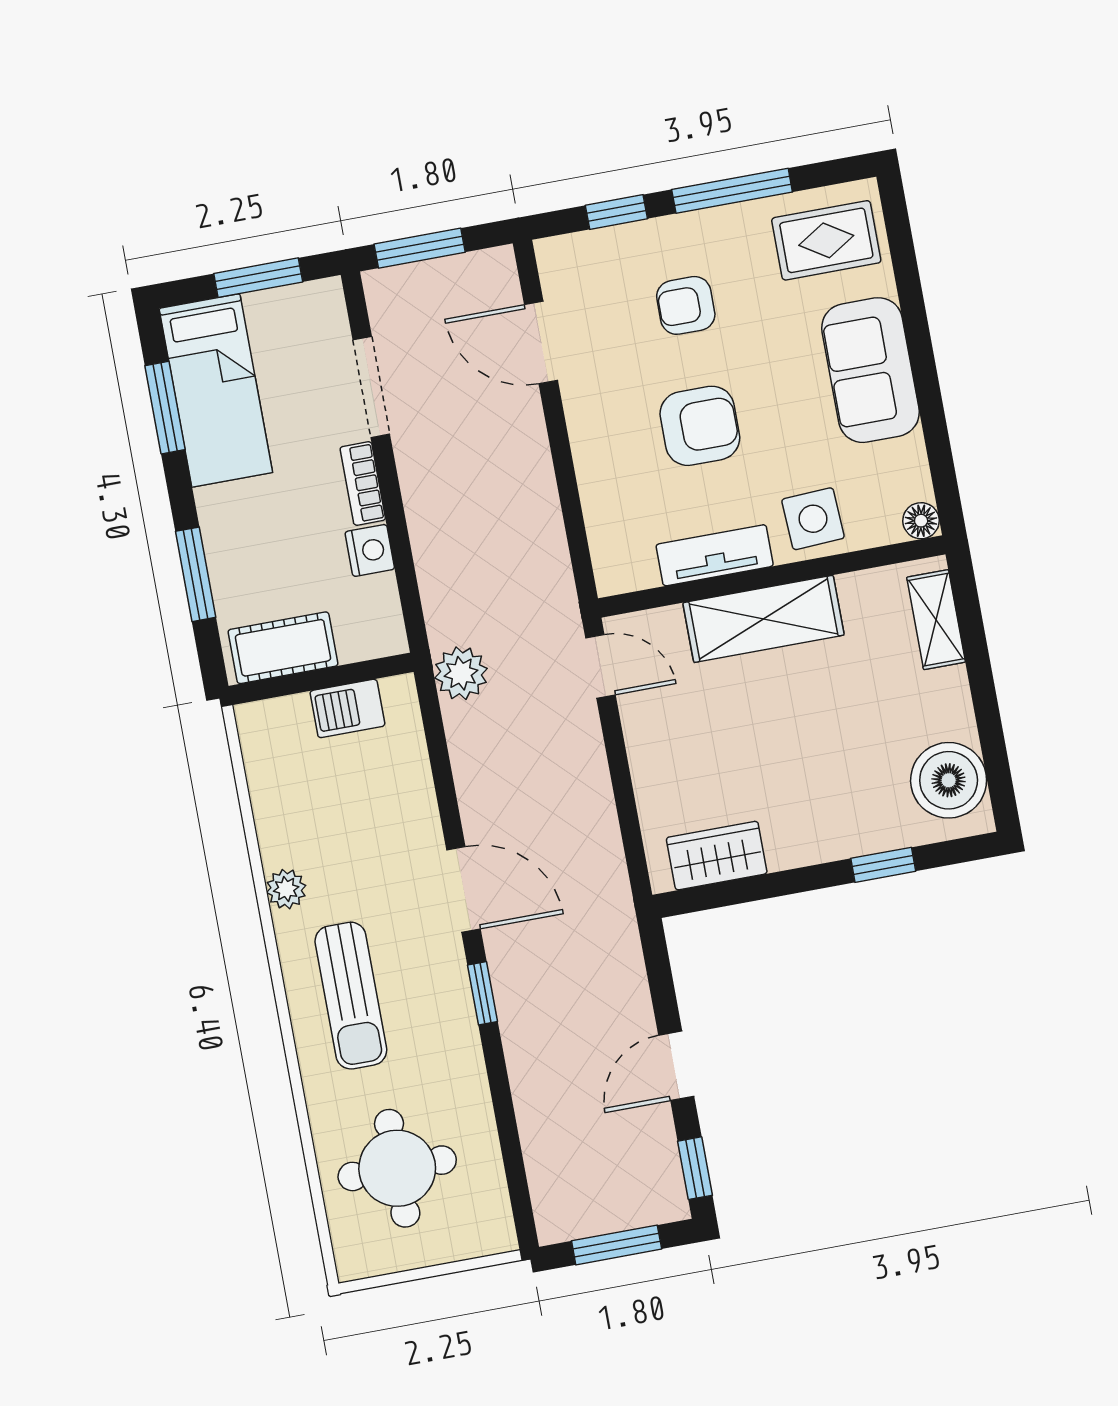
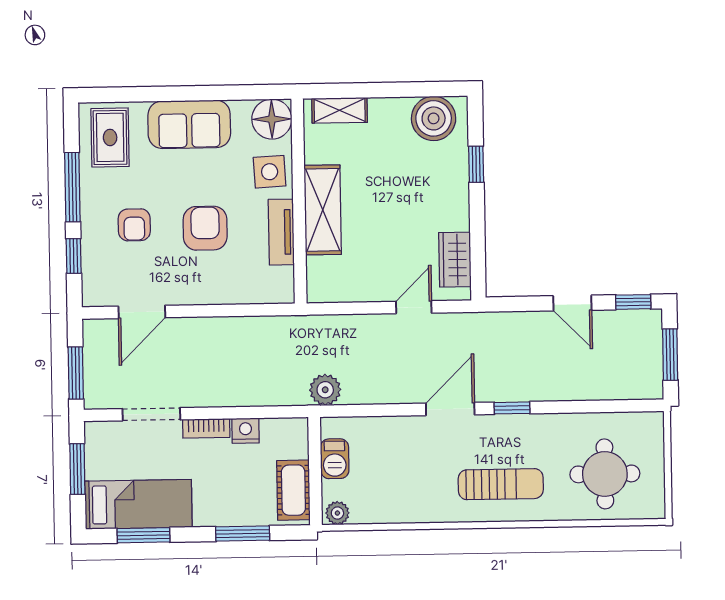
floor lamp: (921, 521) -> (272, 119), width x1.89, depth x1.89
door: (600, 666) -> (414, 307), moved
plant: (286, 889) -> (337, 513), moved

